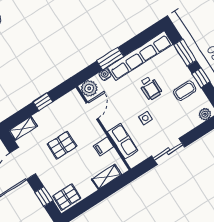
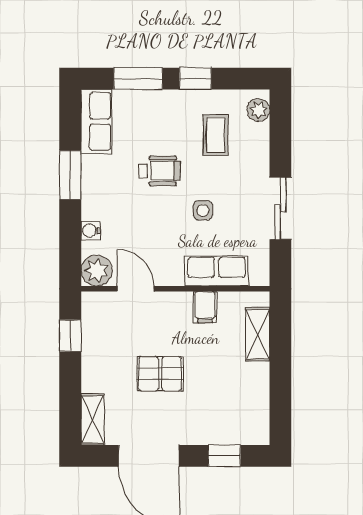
row of seats: (140, 56) -> (96, 121), width x0.50
window: (110, 59) -> (70, 175), moved
coffee table: (185, 91) -> (216, 135), moved
window: (43, 102) -> (70, 336), moved
pallet: (62, 145) -> (160, 374), turned 90
pallet: (67, 197) -> (249, 420), removed

